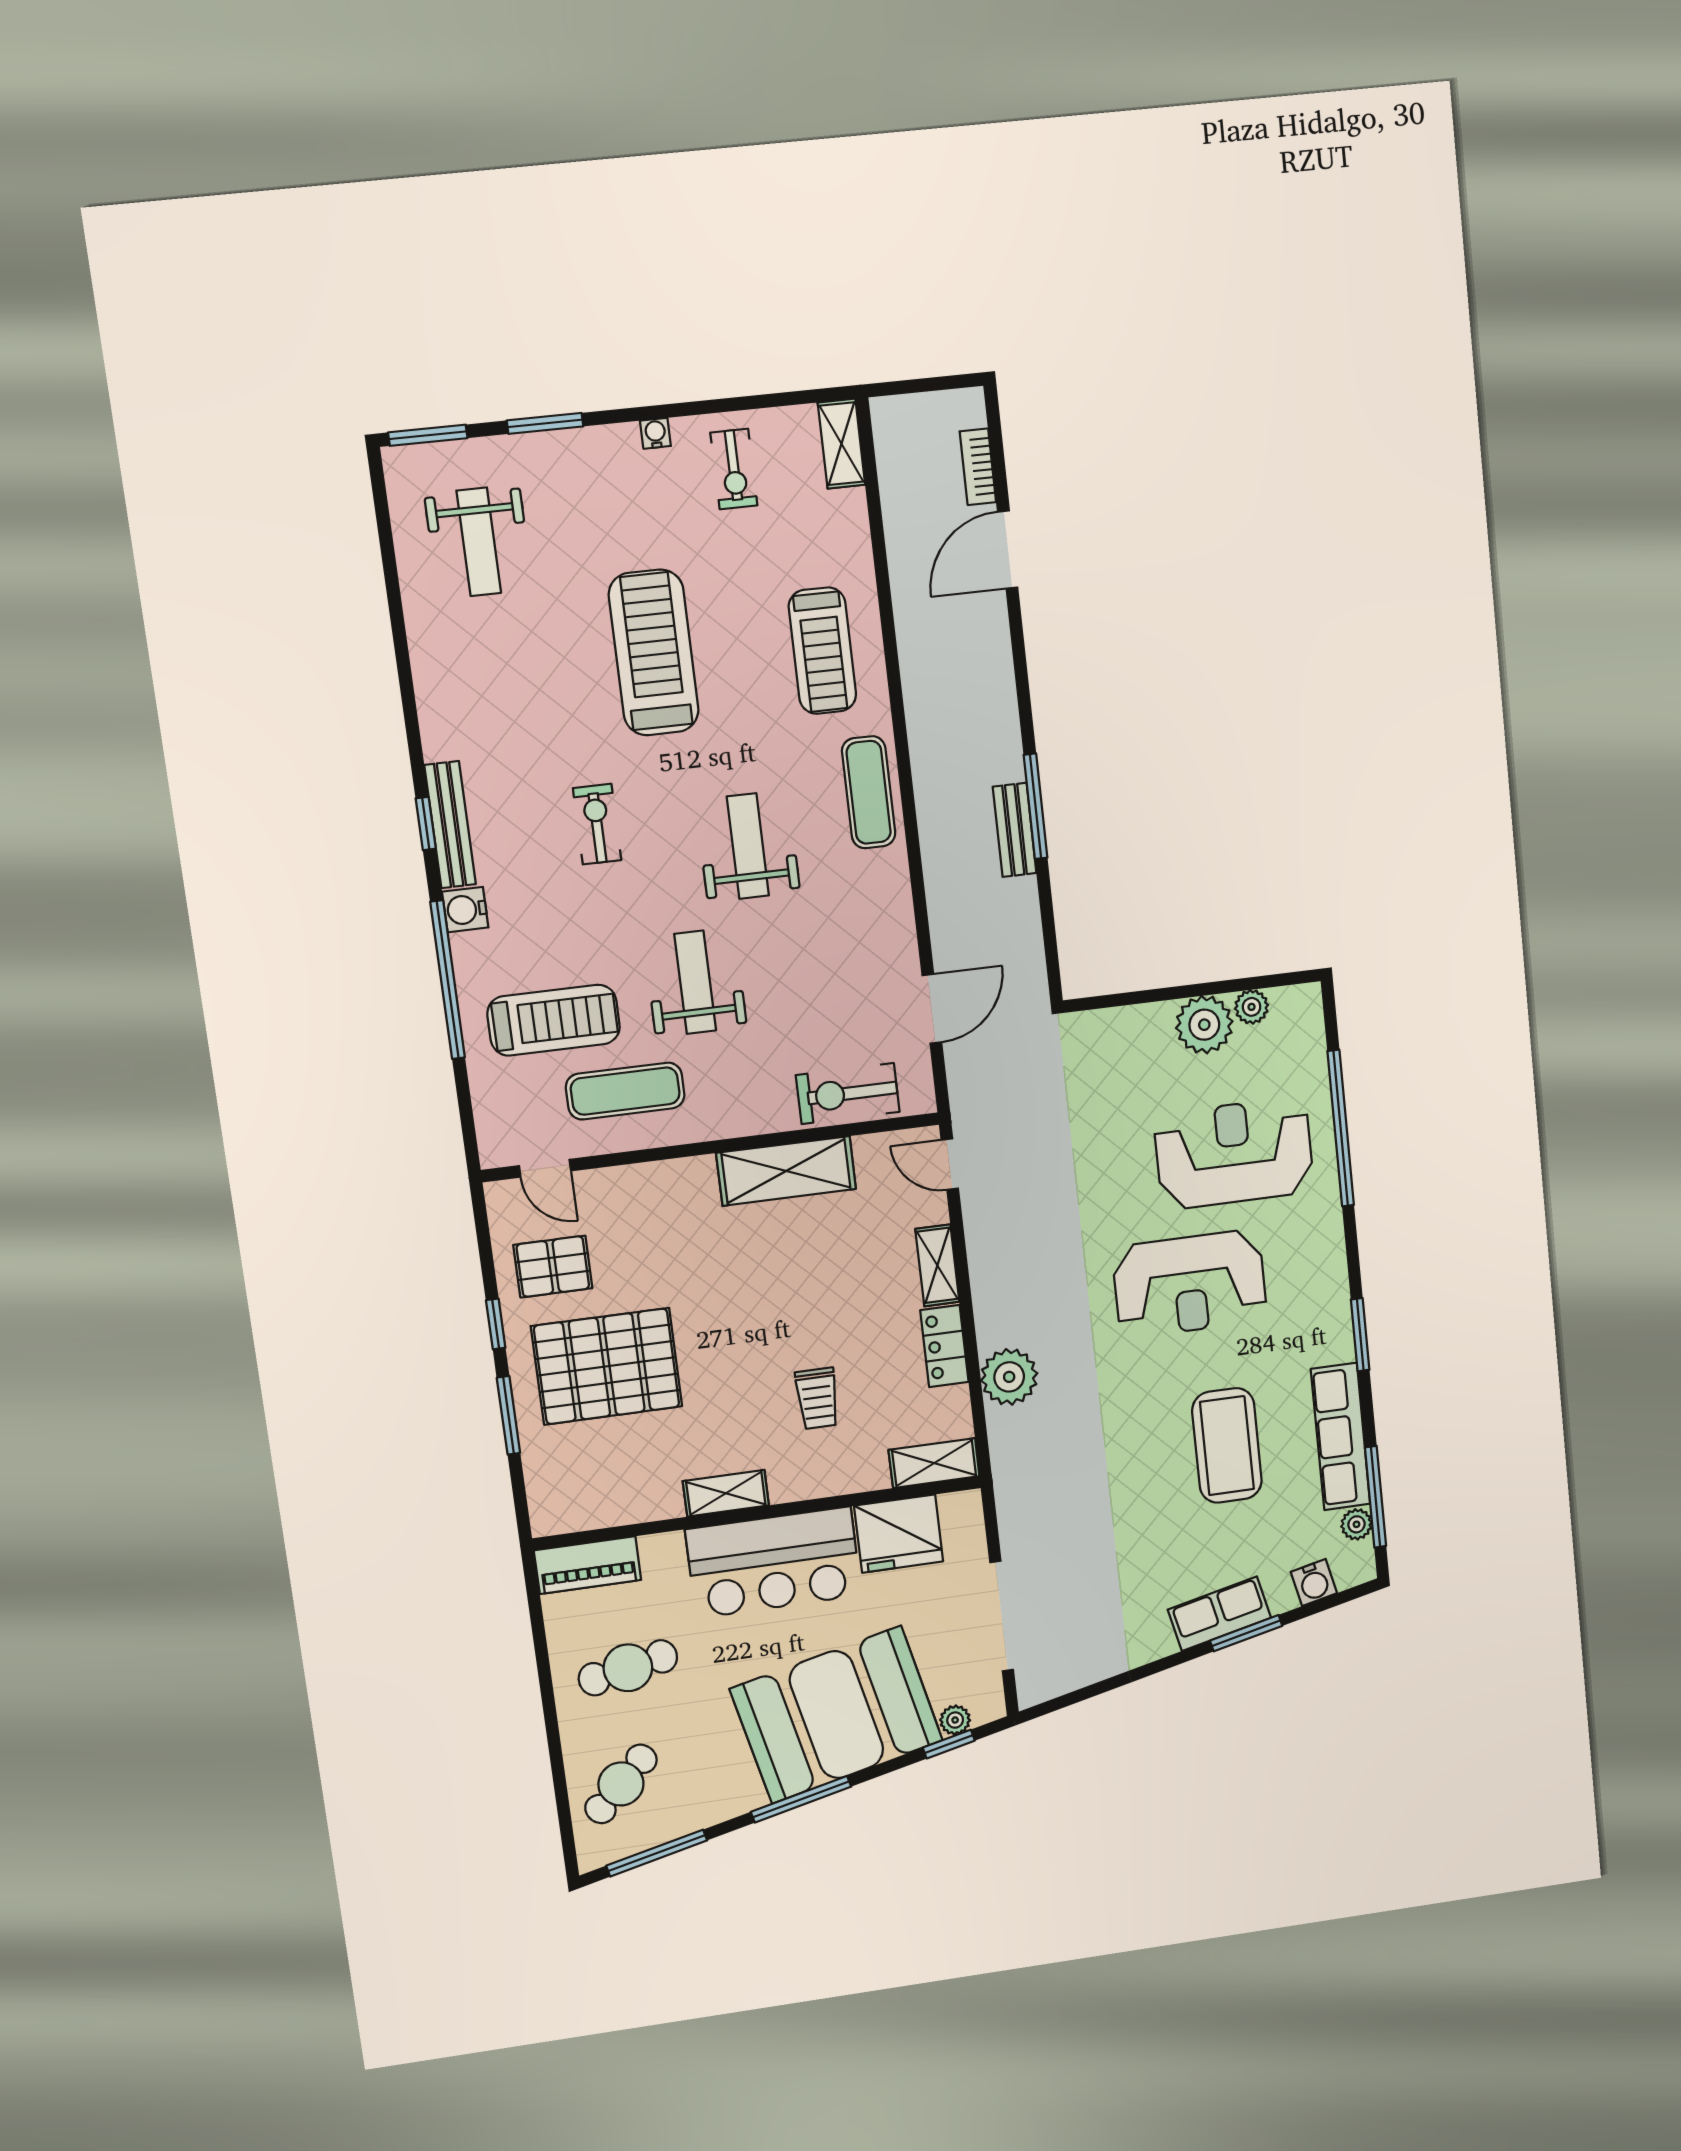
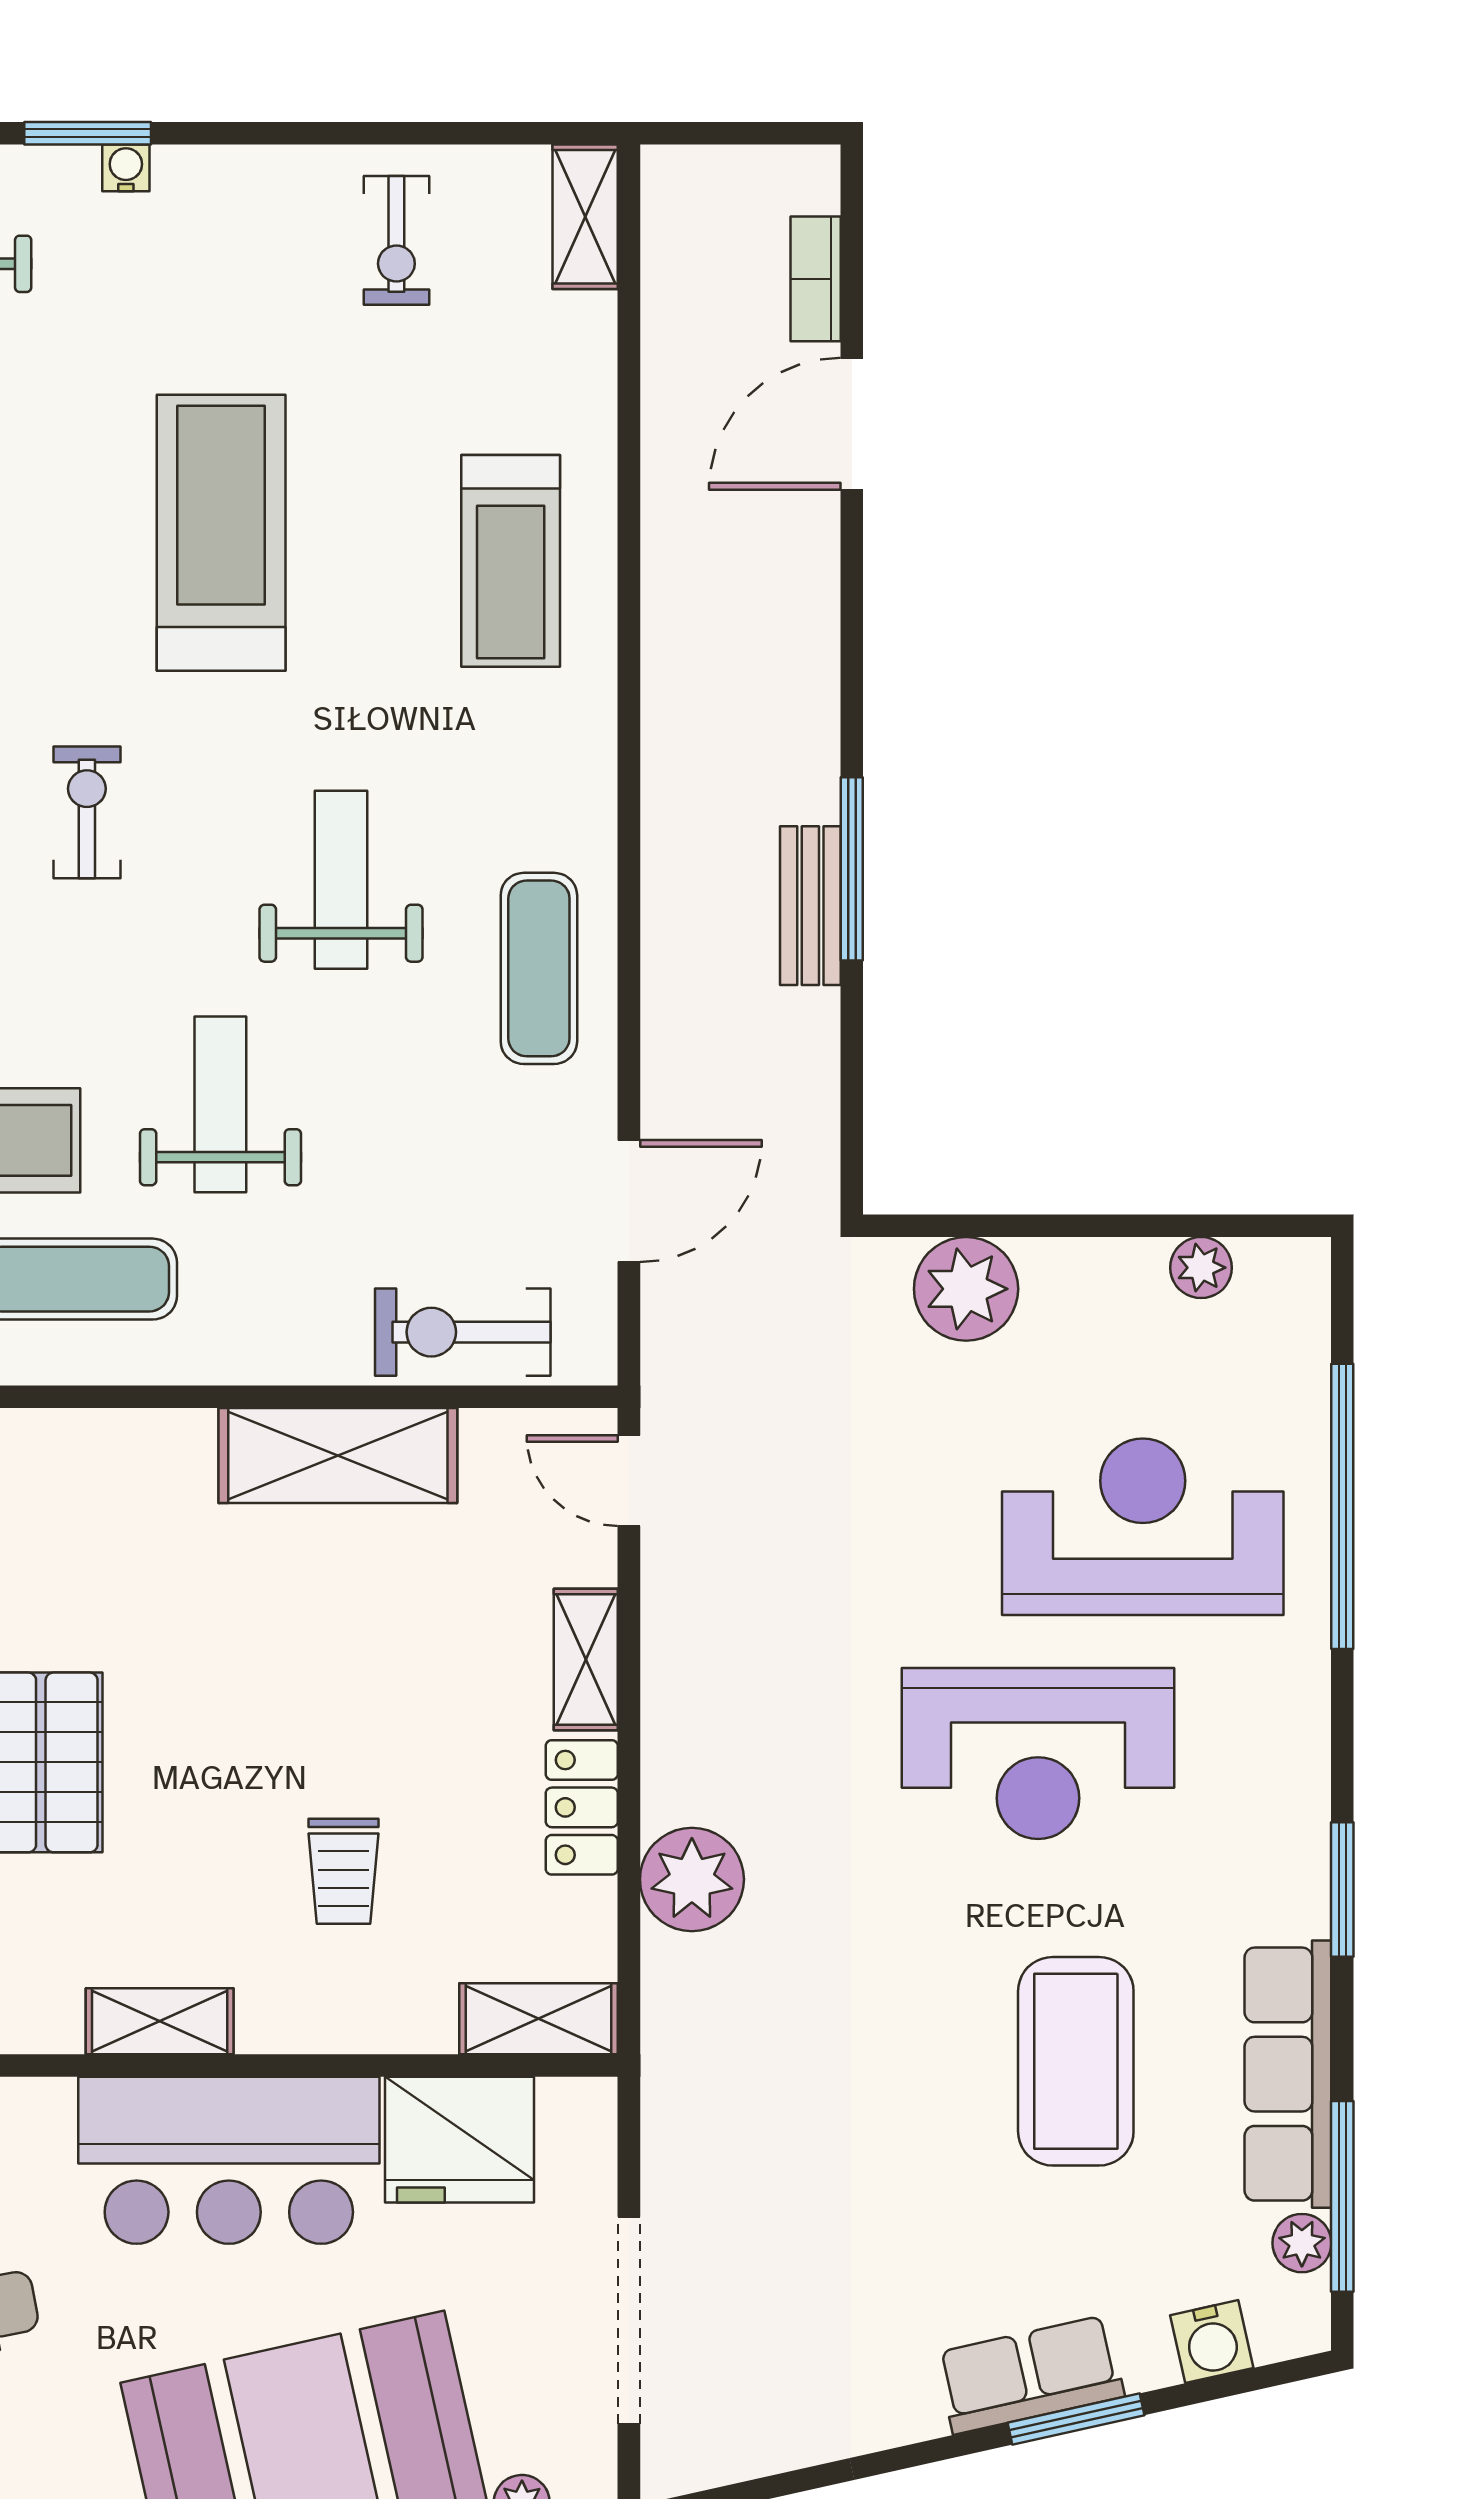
water cooler: (655, 433) -> (126, 168), moved
exercise mat: (869, 792) -> (539, 968), moved
plant: (1204, 1025) -> (966, 1289), moved

